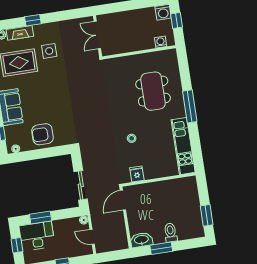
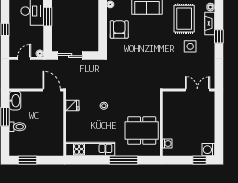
washing machine: (161, 42) -> (167, 144), moved
wall: (139, 52) -> (161, 124), moved

